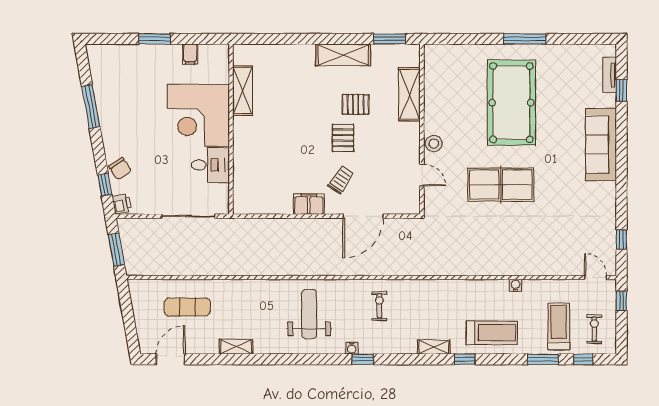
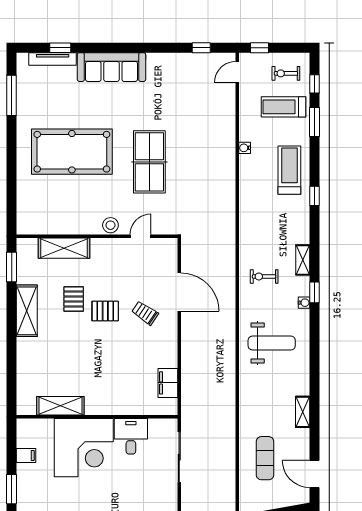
window: (525, 39) -> (12, 95), moved
tv unit: (610, 75) -> (53, 59), width x1.41
filing cabinet: (309, 204) -> (168, 383), moved
weight bench: (309, 314) -> (272, 343), turned 180
shelving: (434, 347) -> (303, 260), moved

